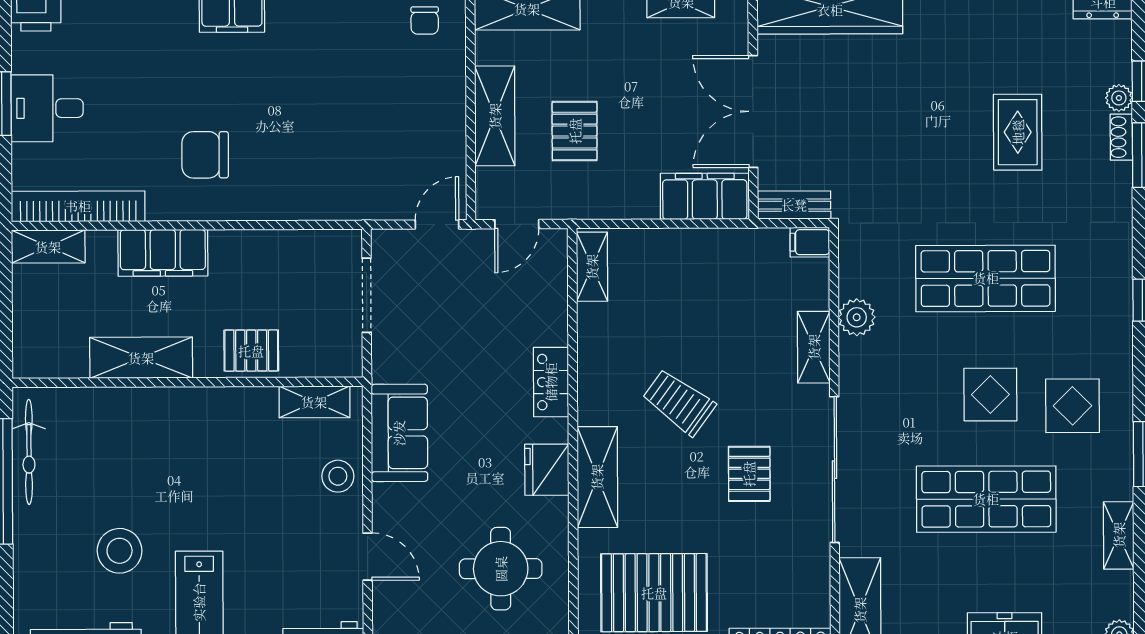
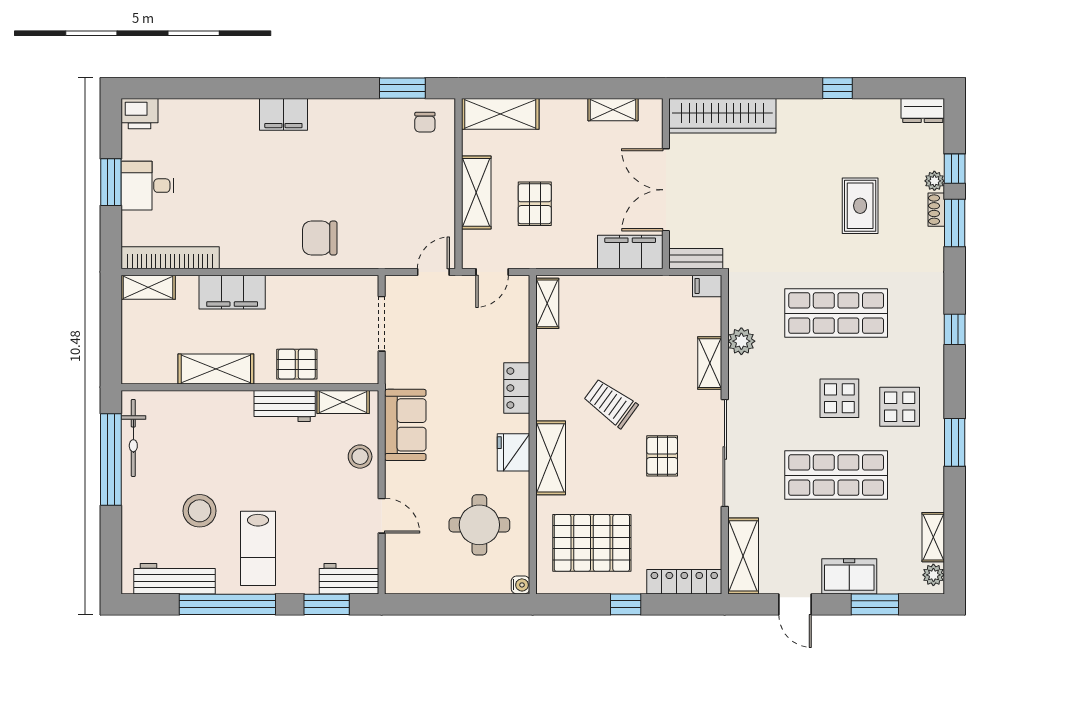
chair: (205, 155) -> (320, 238), moved
workbench: (235, 408) -> (285, 406), added
shelving: (1119, 535) -> (933, 537), moved

